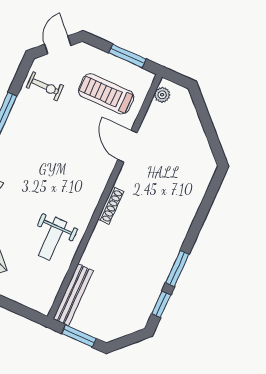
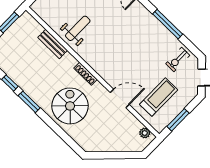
spiral stairs: (163, 210) -> (70, 106), added
weight bench: (52, 239) -> (78, 28), turned 90
bench: (73, 295) -> (53, 44), moved, width x0.73

